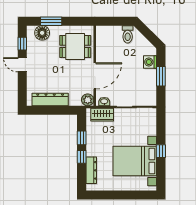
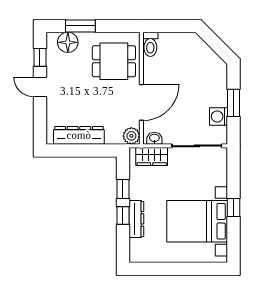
toilet: (128, 34) -> (150, 44), moved
washing machine: (150, 62) -> (219, 116), moved
dresser: (91, 170) -> (136, 219), moved

